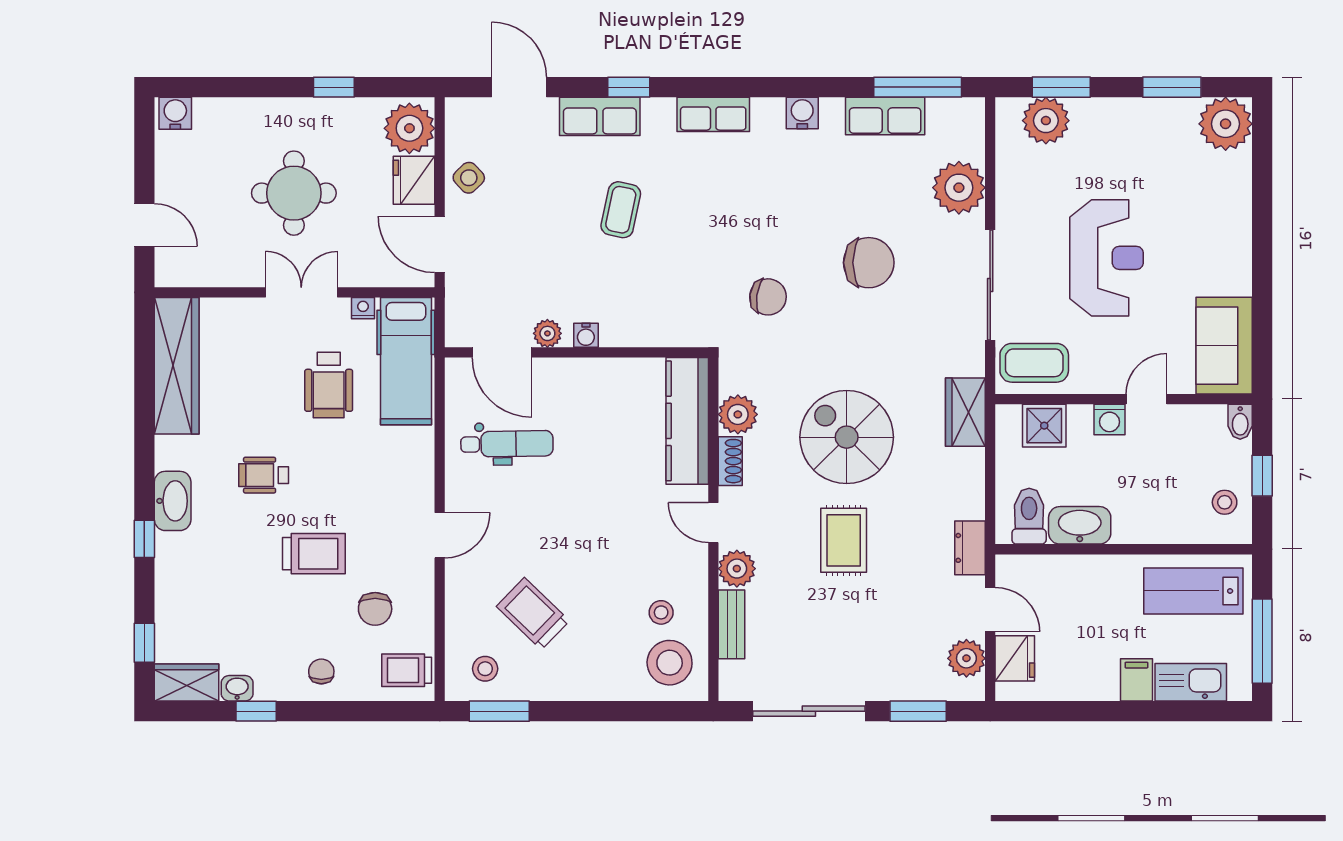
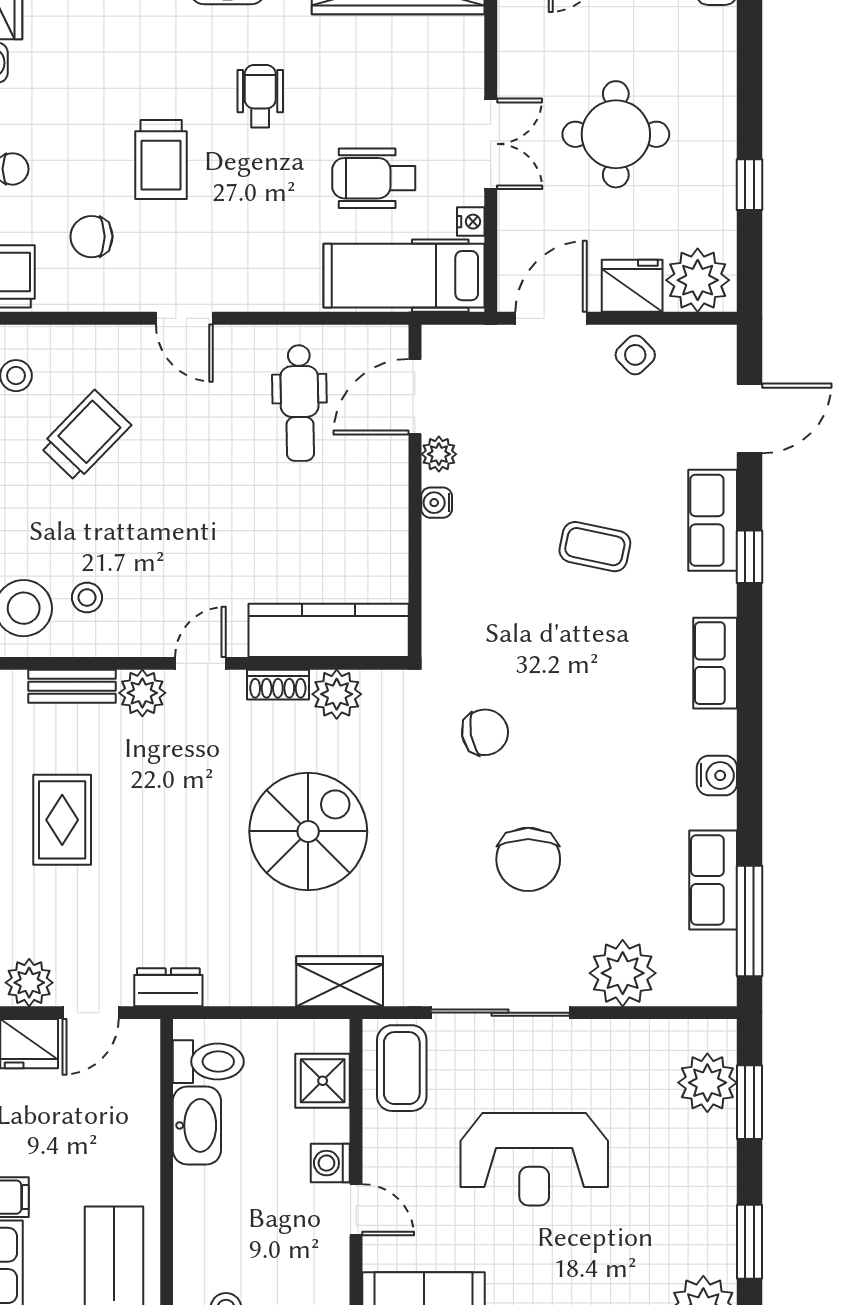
chair: (768, 297) -> (485, 732), turned -108
rug: (844, 540) -> (62, 820), moved, turned 90

